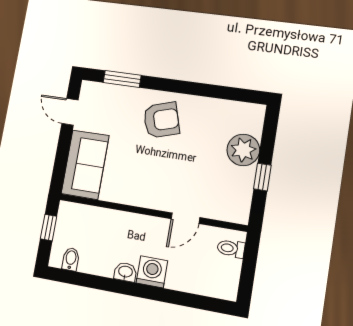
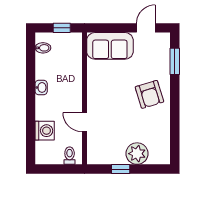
washing machine: (152, 272) -> (45, 131), moved

